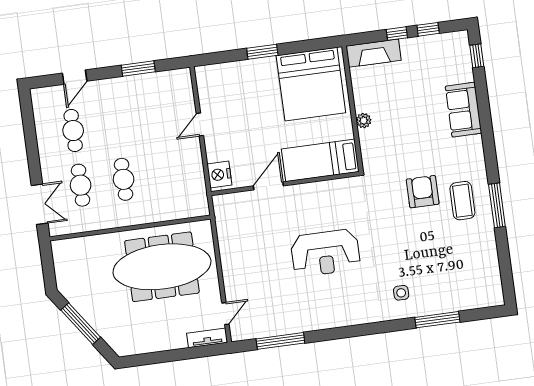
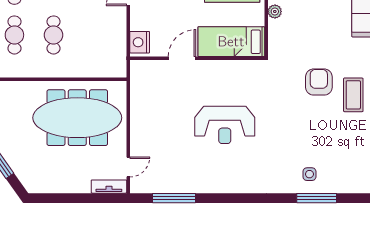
side table: (401, 293) -> (309, 174), moved

